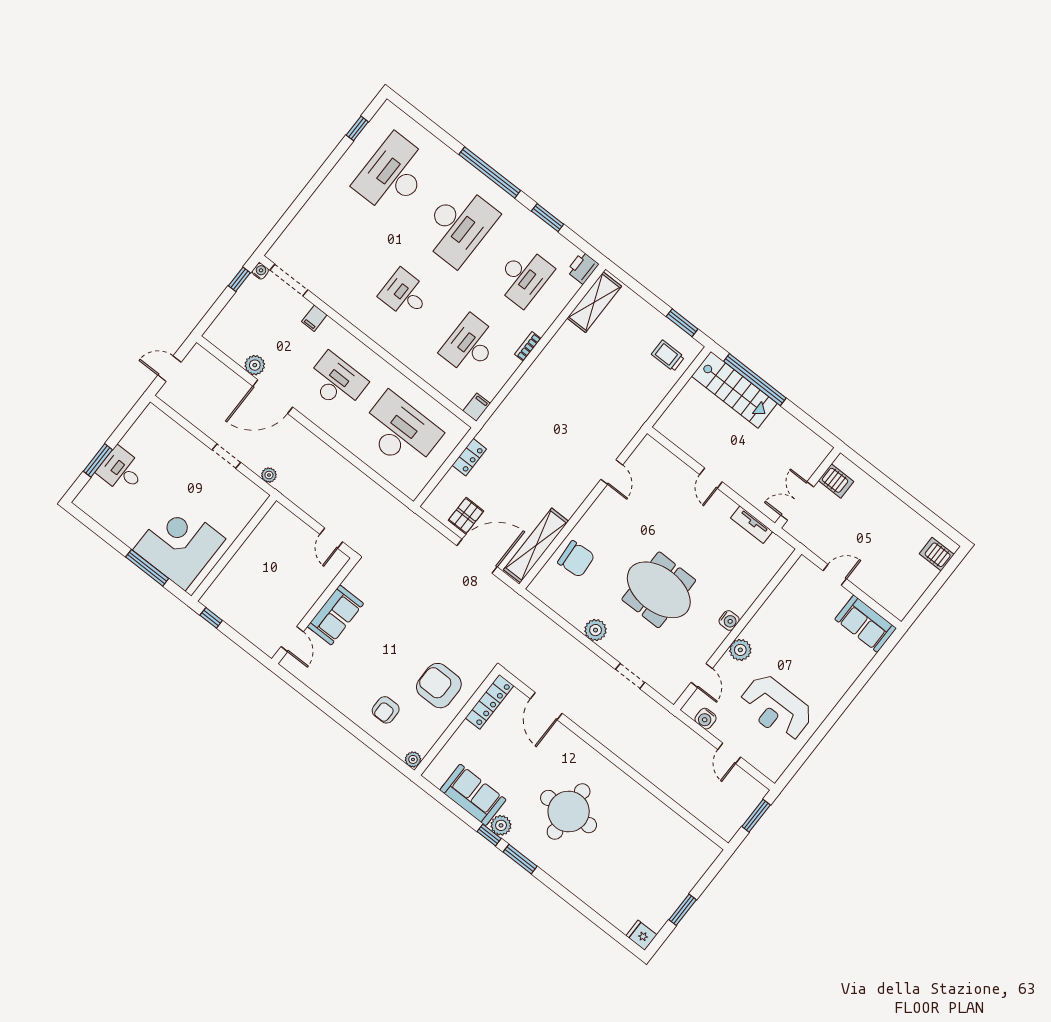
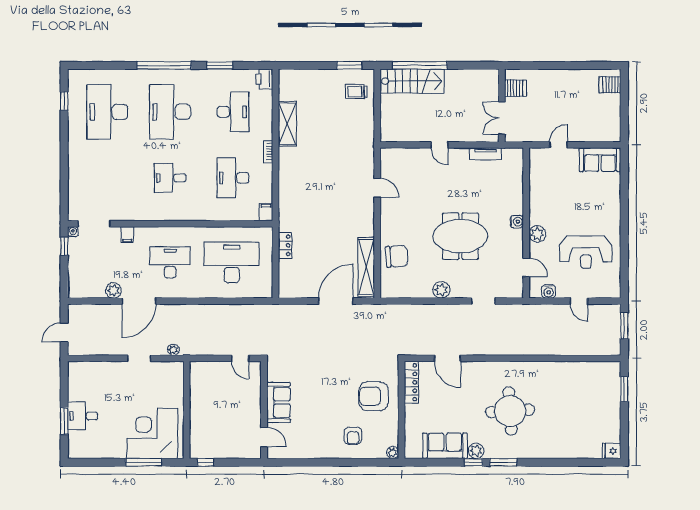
desk: (458, 226) -> (170, 112), turned 180
shelving: (594, 302) -> (287, 124), moved
pallet: (466, 516) -> (310, 282), removed
window: (683, 910) -> (624, 389), moved

